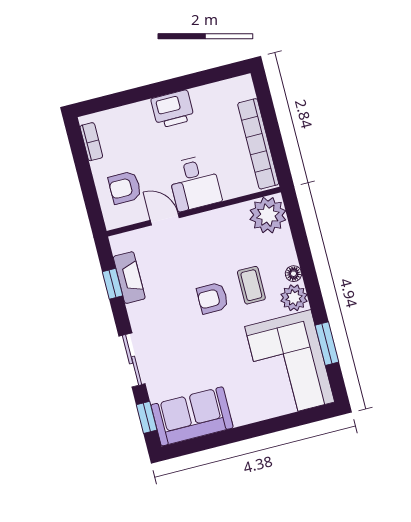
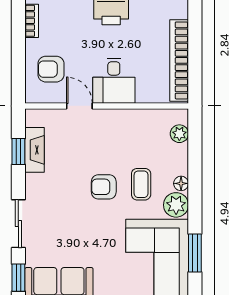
plant: (268, 215) -> (179, 134), width x0.53, depth x0.53

